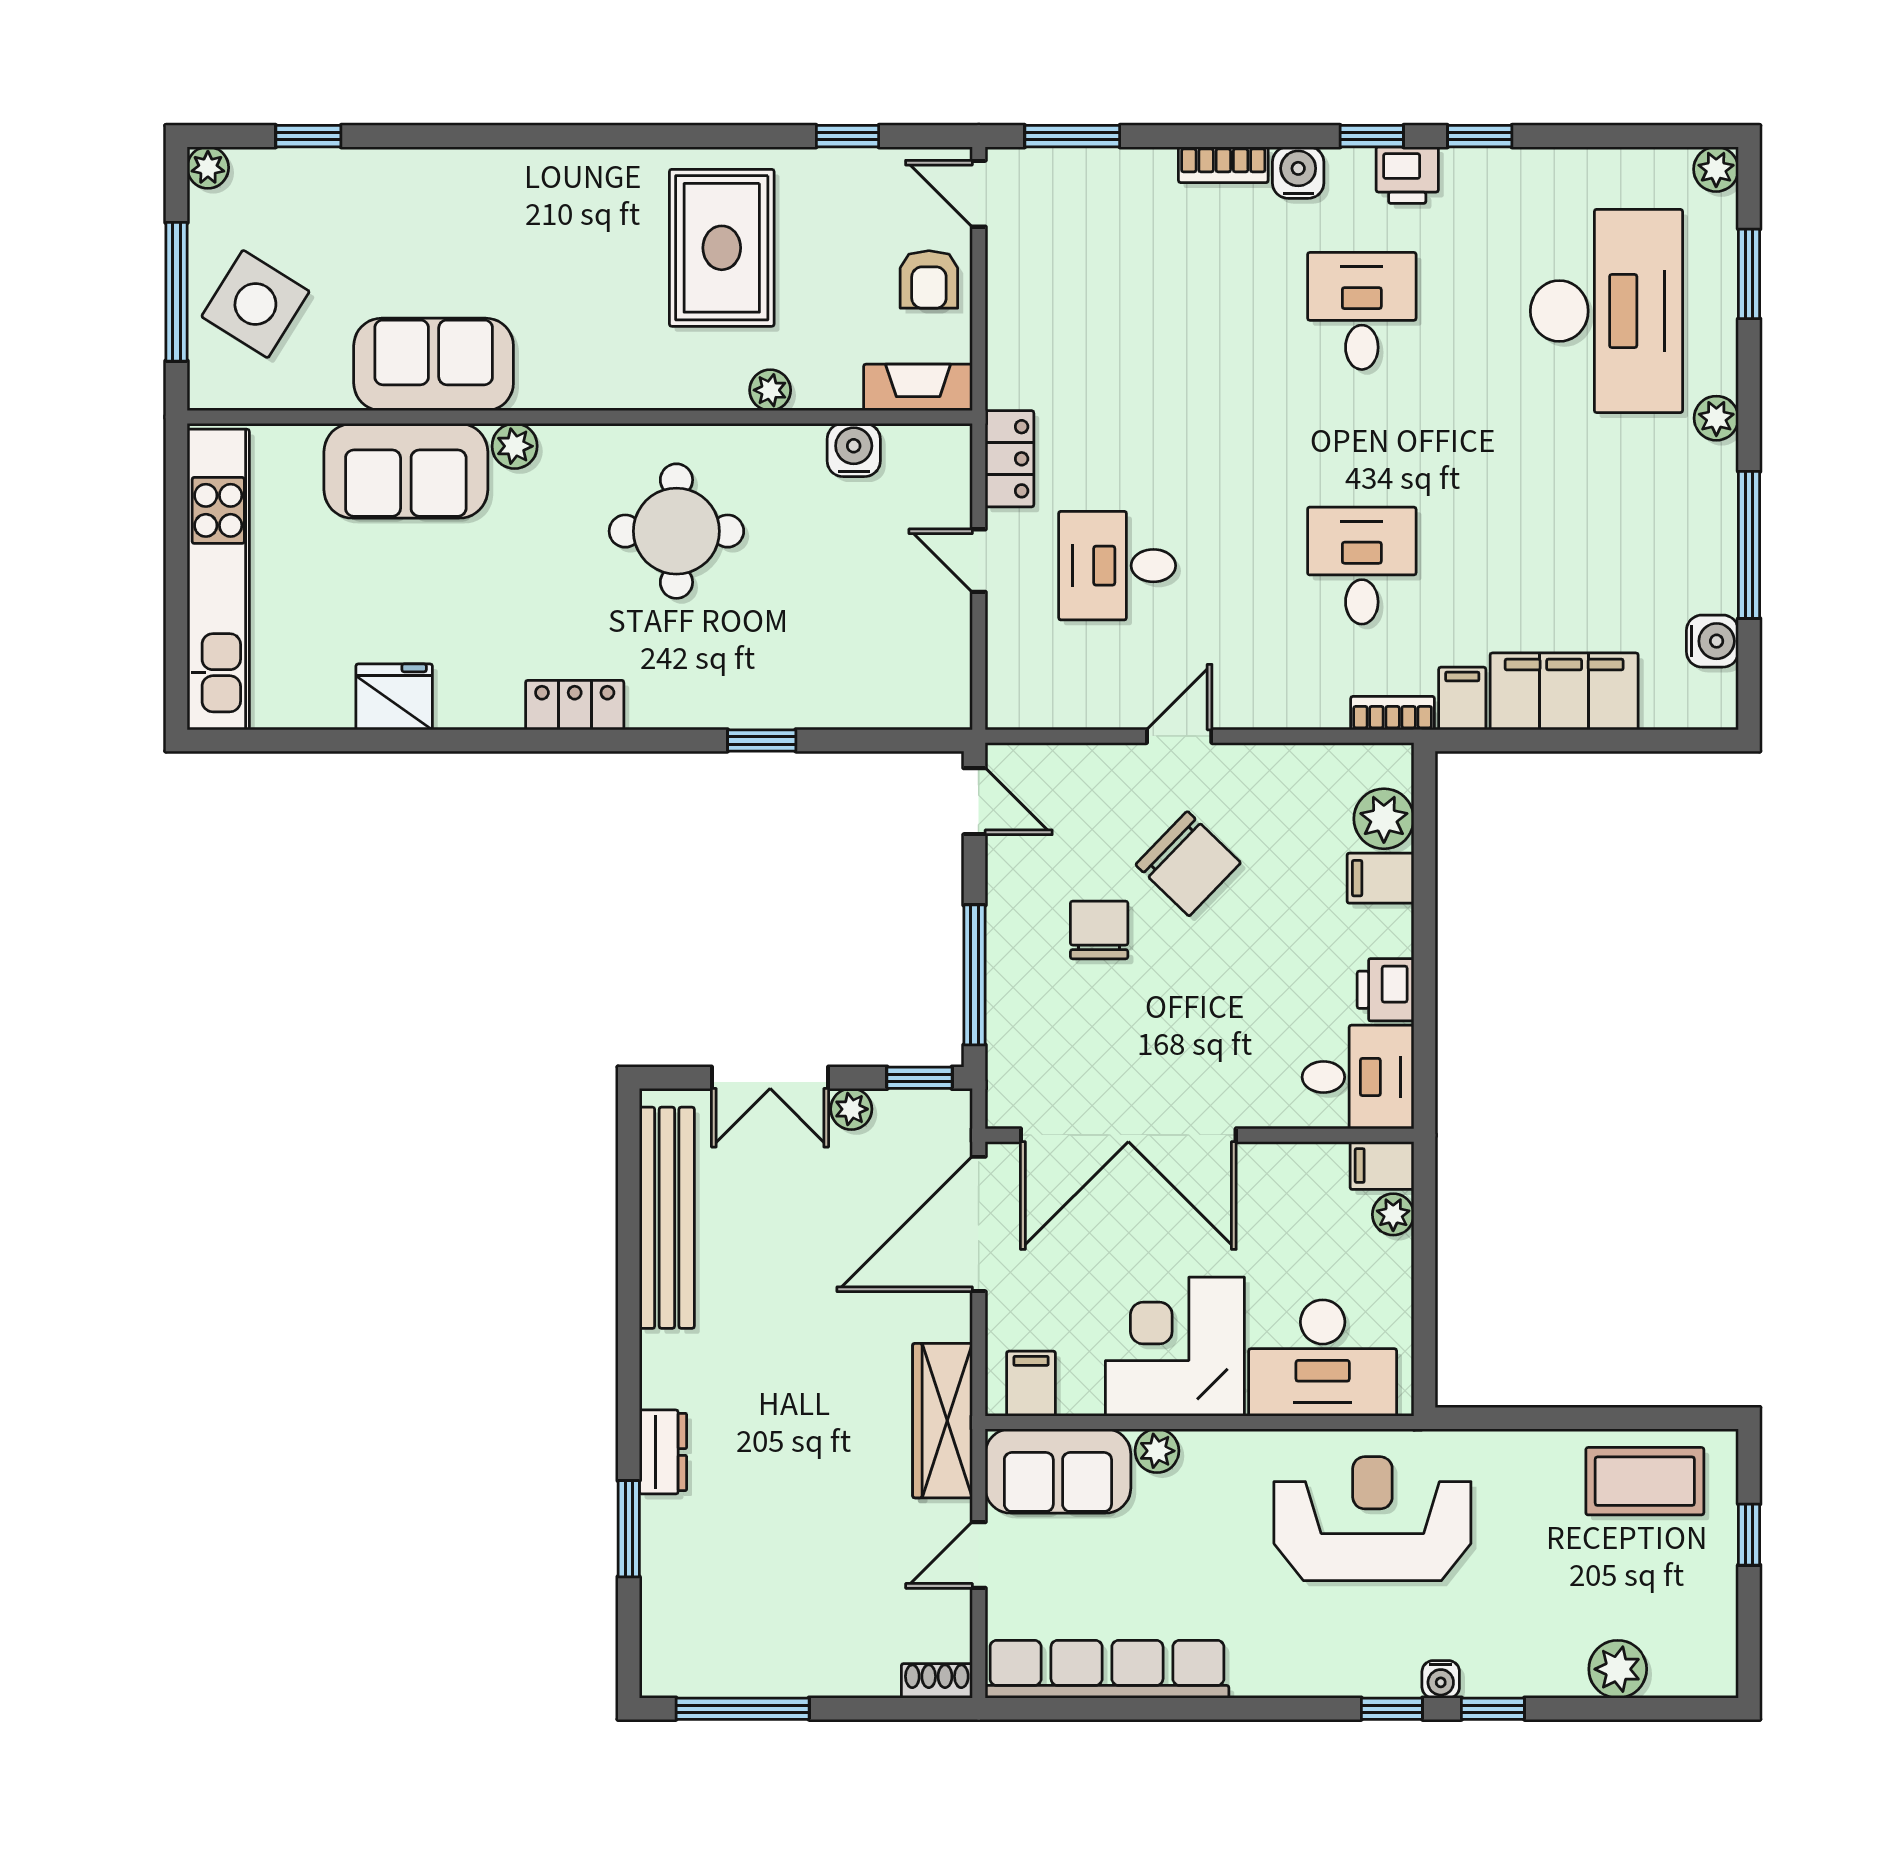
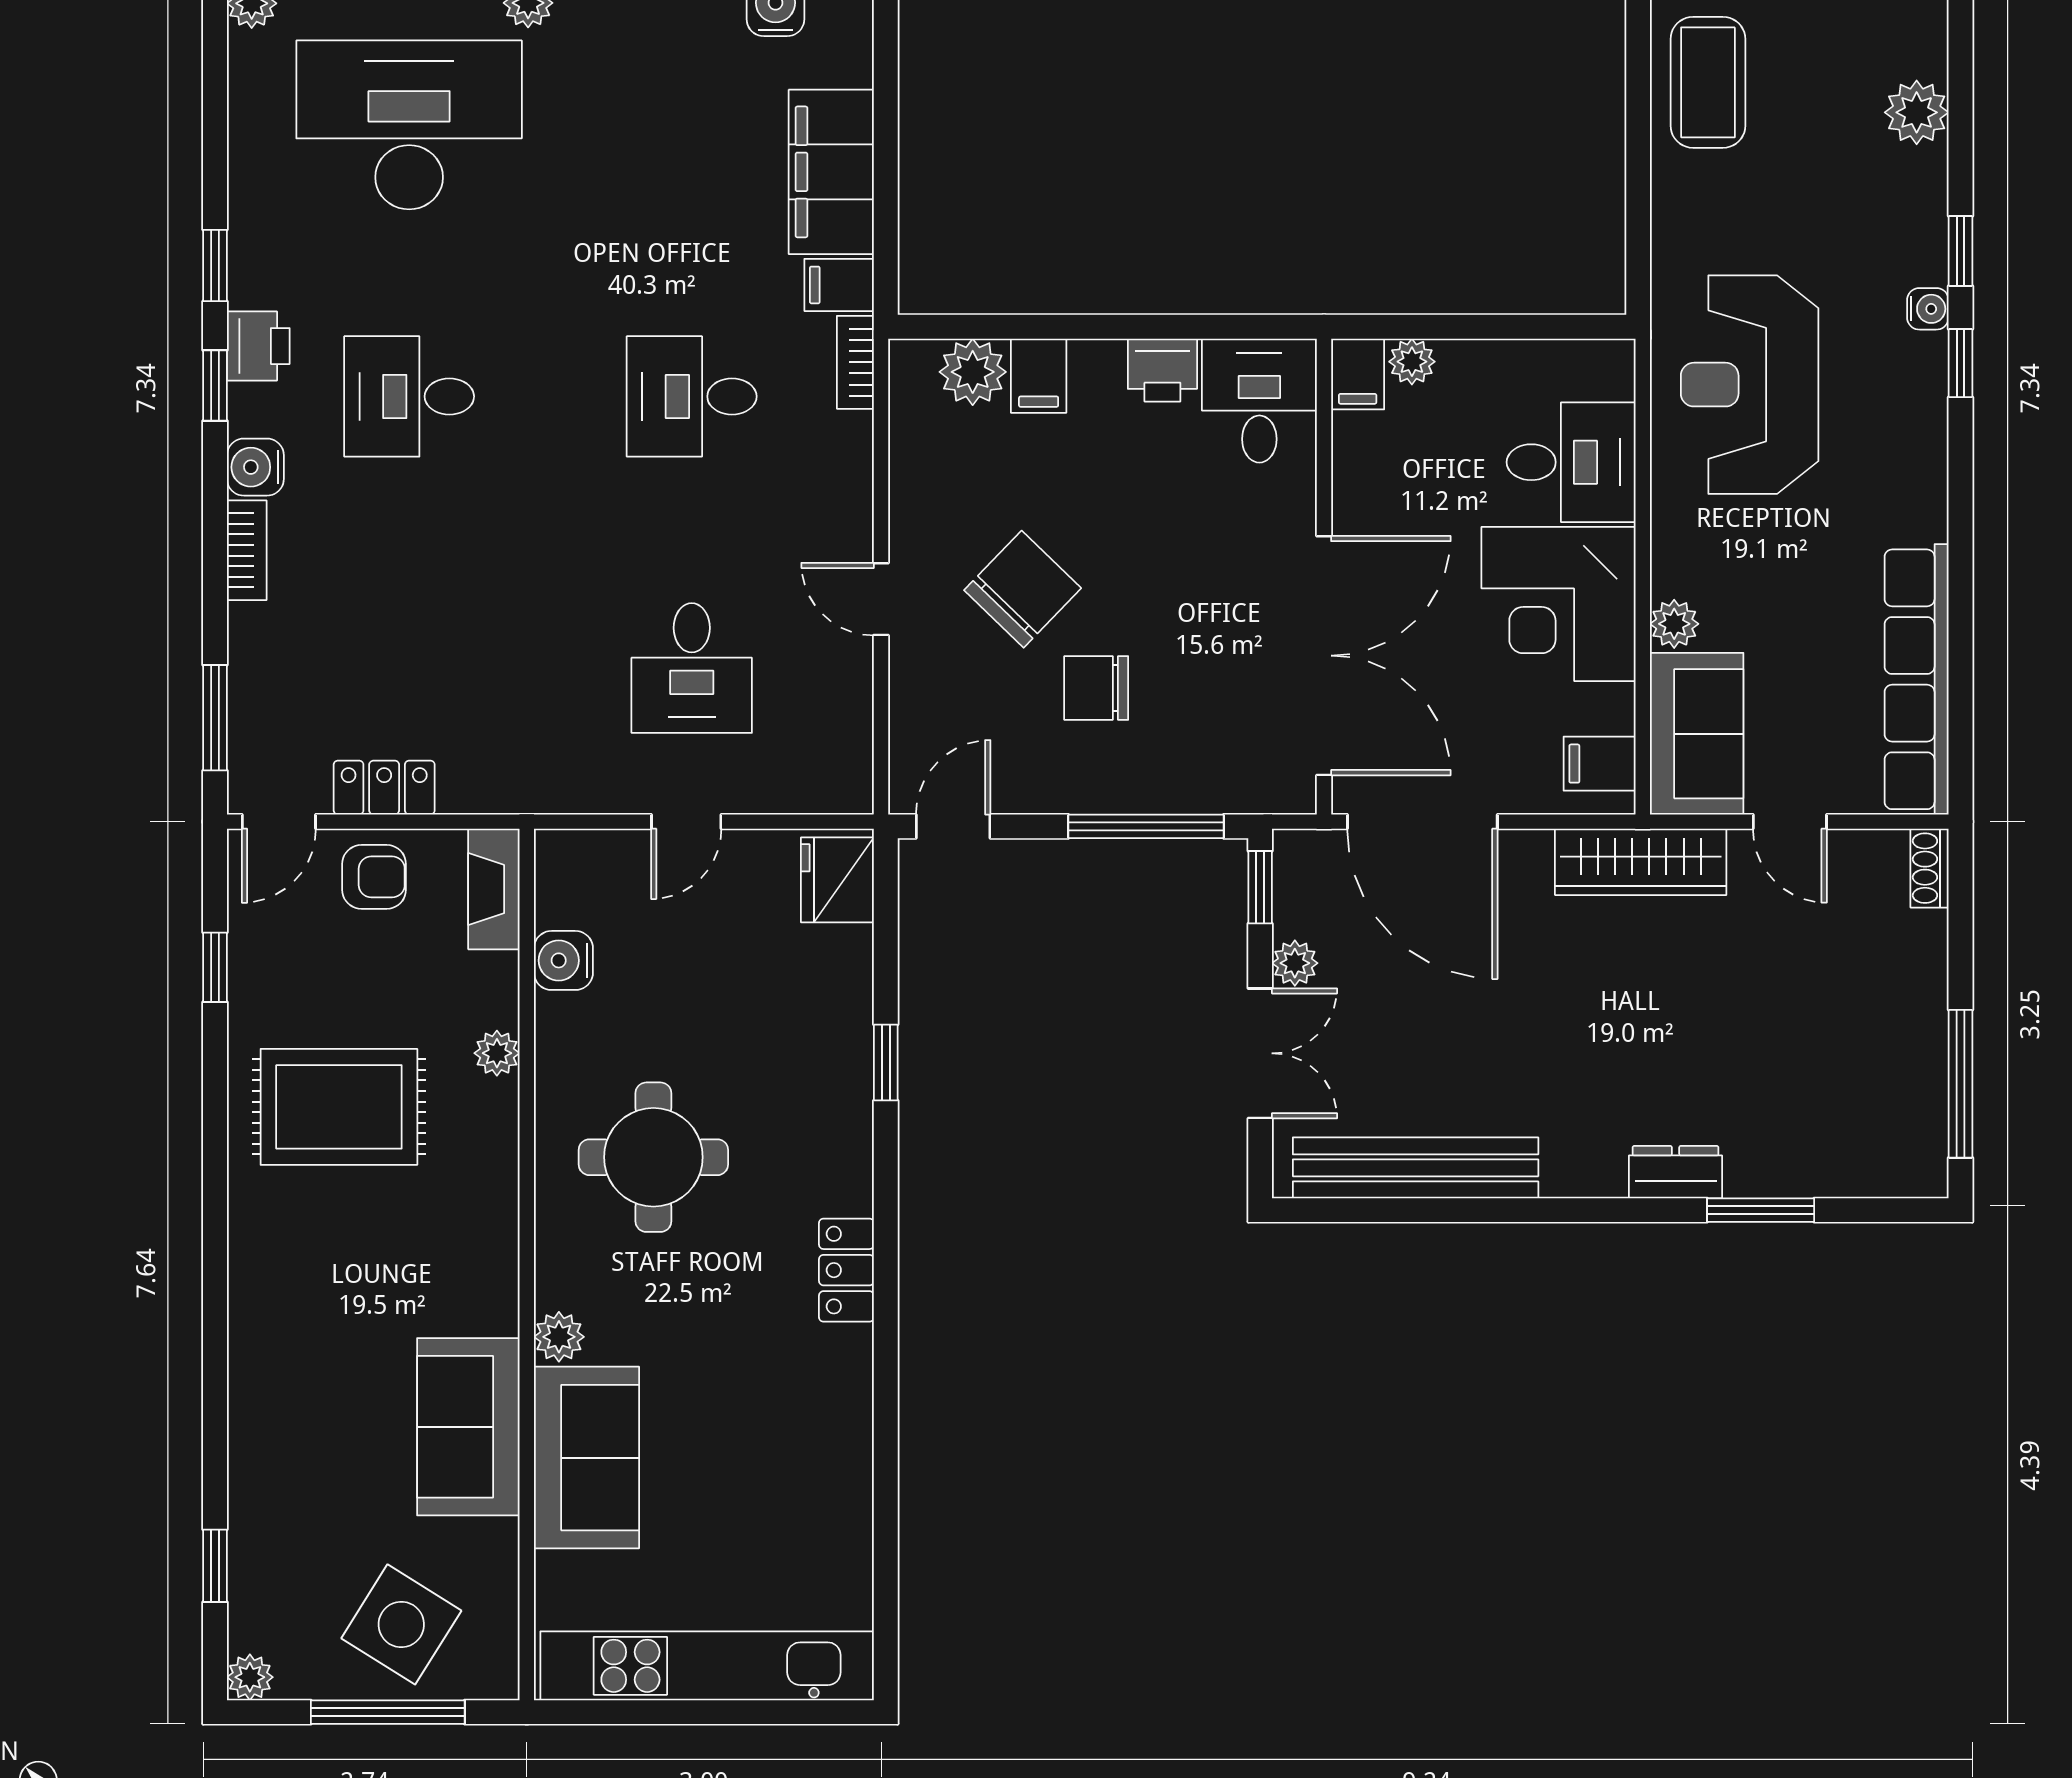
locker: (1009, 459) -> (384, 788), moved
fridge: (394, 697) -> (837, 880), moved
desk: (1323, 1358) -> (1571, 462), width x0.73

